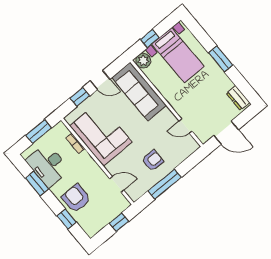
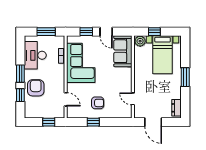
sofa: (139, 92) -> (123, 51), width x0.73
window: (37, 184) -> (20, 74), moved
window: (165, 184) -> (93, 122), width x0.46

